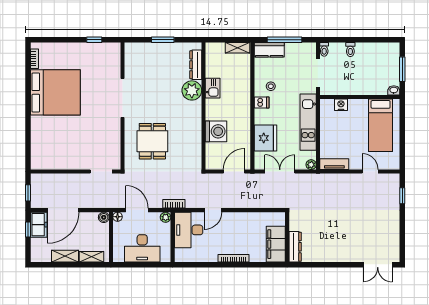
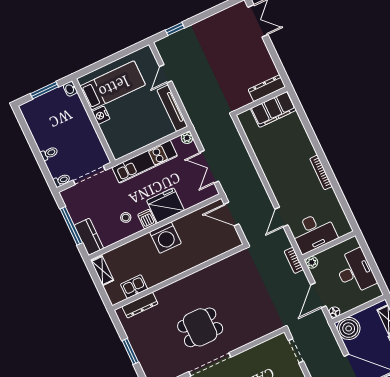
kitchen sink: (213, 88) -> (134, 287), moved
plant: (192, 90) -> (168, 297), removed
nightstand: (341, 105) -> (101, 115), moved
washing machine: (216, 131) -> (165, 238), moved, turned 180
fridge: (266, 138) -> (165, 205), moved
dining table: (152, 141) -> (200, 327), moved
tv unit: (334, 164) -> (172, 108), width x1.41
door: (213, 210) -> (281, 217), swing flipped
boiler: (104, 217) -> (349, 328), width x1.86, depth x1.86
wall: (287, 237) -> (261, 101), moved
filing cabinet: (276, 244) -> (273, 109), moved
dresser: (295, 247) -> (267, 88), moved

